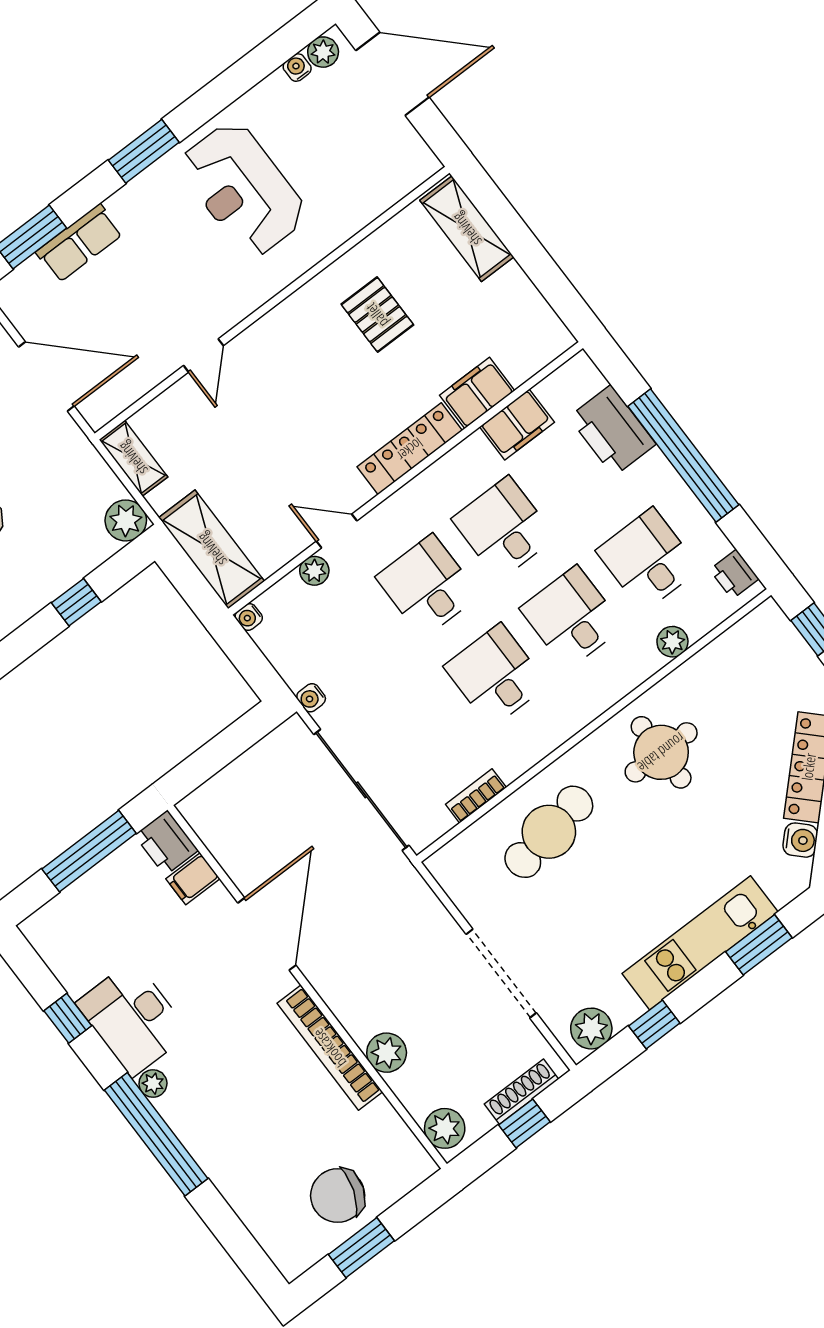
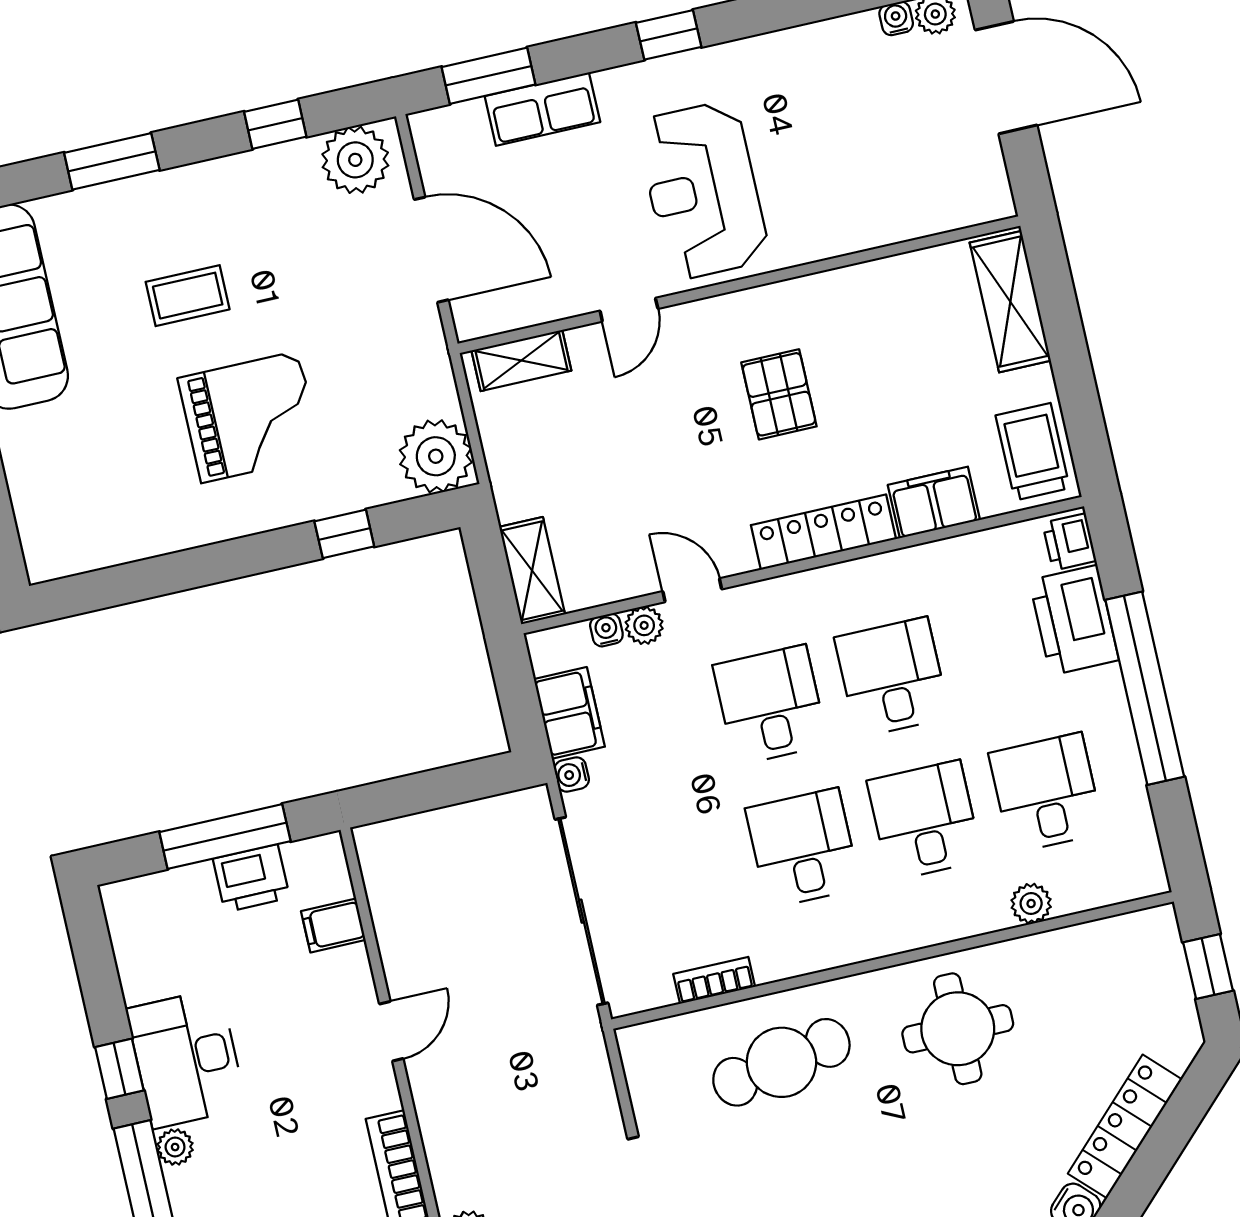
window: (144, 151) -> (669, 35), width x0.67
reception desk: (243, 189) -> (703, 190), moved
pallet: (377, 315) -> (779, 394), moved
trolley: (530, 326) -> (1033, 452), added
filing cabinet: (517, 424) -> (569, 713), moved, turned -90
shelving: (133, 458) -> (521, 360), moved, turned 90
plant: (126, 520) -> (436, 456), width x1.36, depth x1.36
shelving: (212, 549) -> (532, 571), width x0.67, depth x0.75
printer: (734, 574) -> (1069, 542), moved
water cooler: (249, 617) -> (606, 630), moved, turned 90
printer: (166, 843) -> (251, 878), moved, turned -90
door: (267, 934) -> (391, 1031), width x0.53
window: (68, 1018) -> (119, 1069), moved

